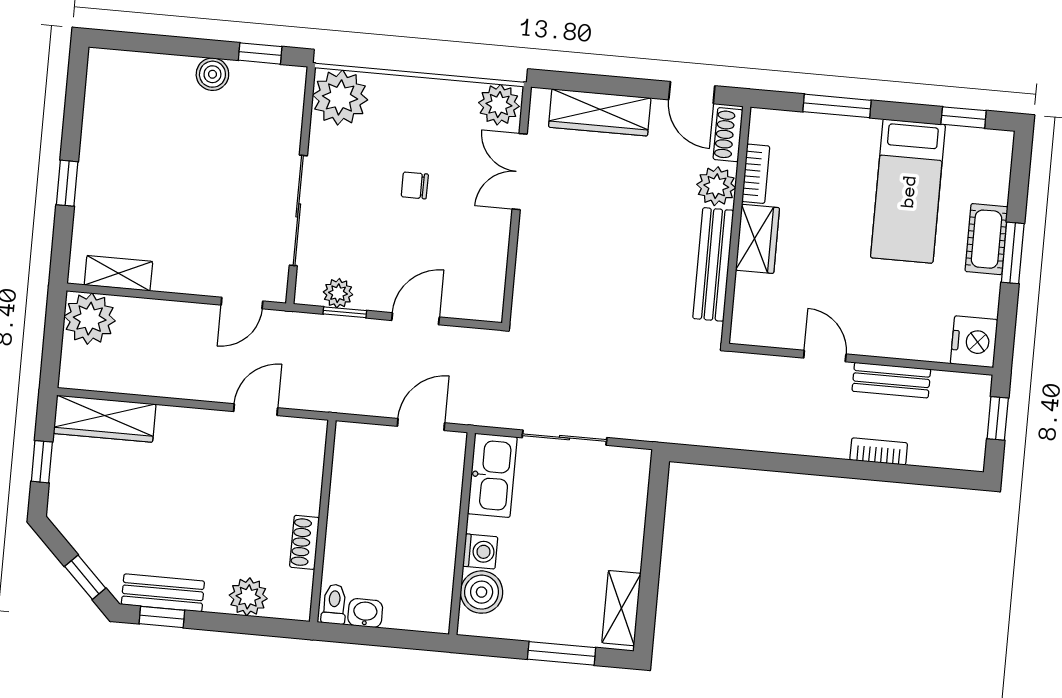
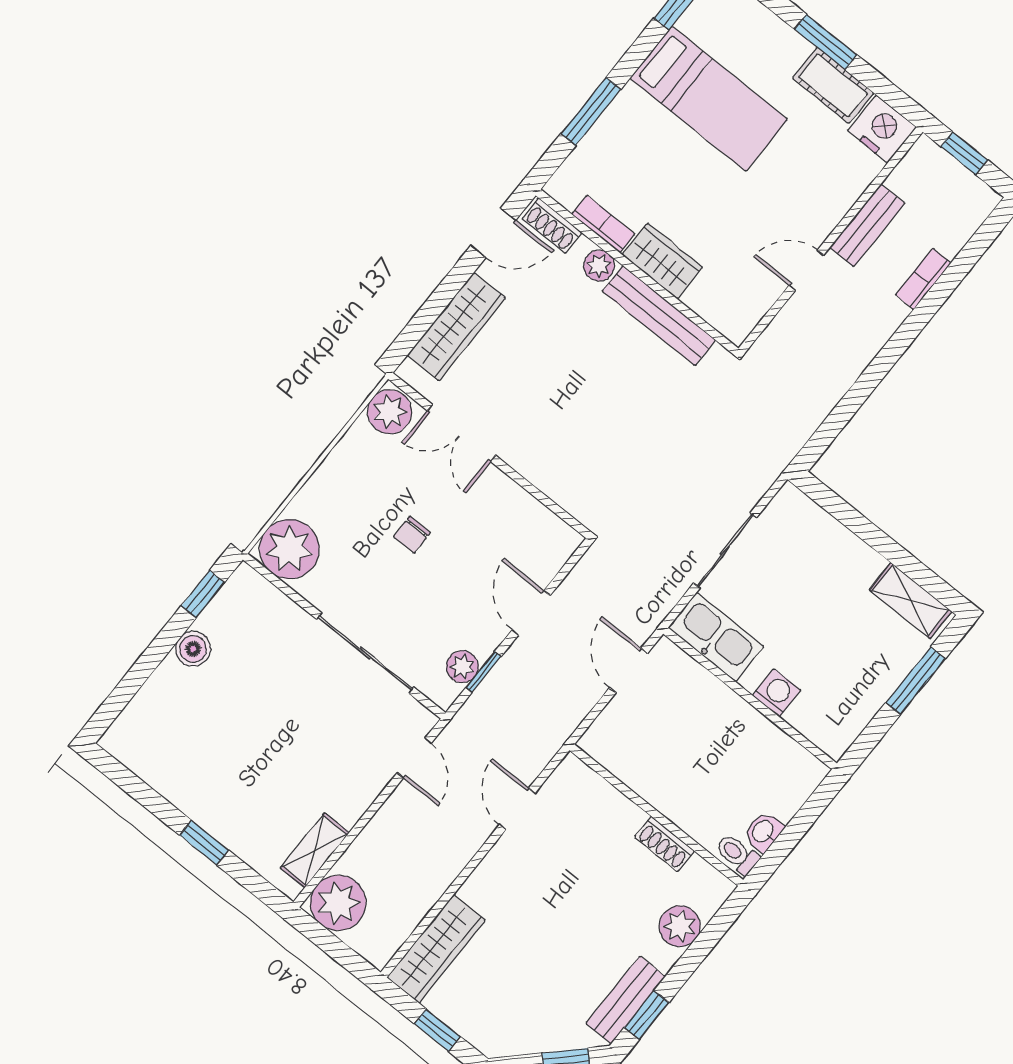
plant: (716, 186) -> (599, 266), width x0.73, depth x0.73
cot: (986, 239) -> (833, 85), moved
boiler: (482, 592) -> (814, 716), removed

